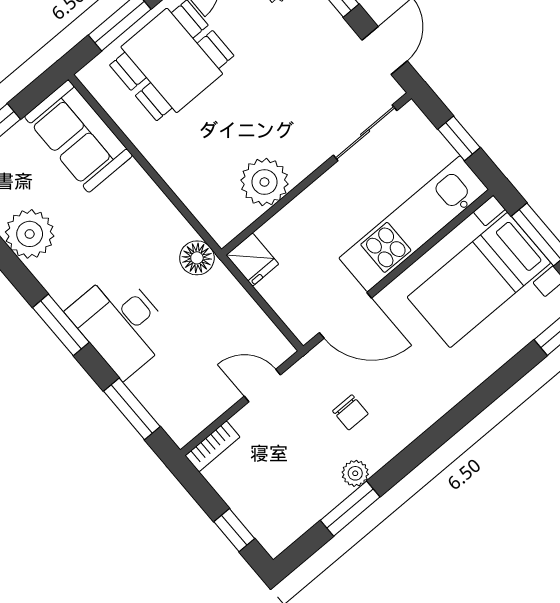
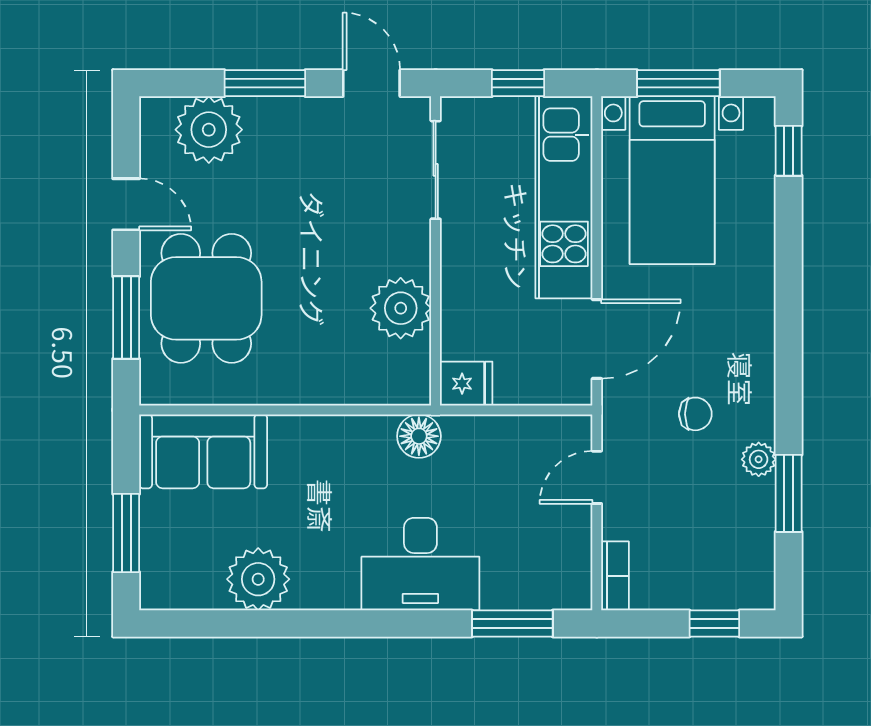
window: (61, 325) -> (372, 624), removed

